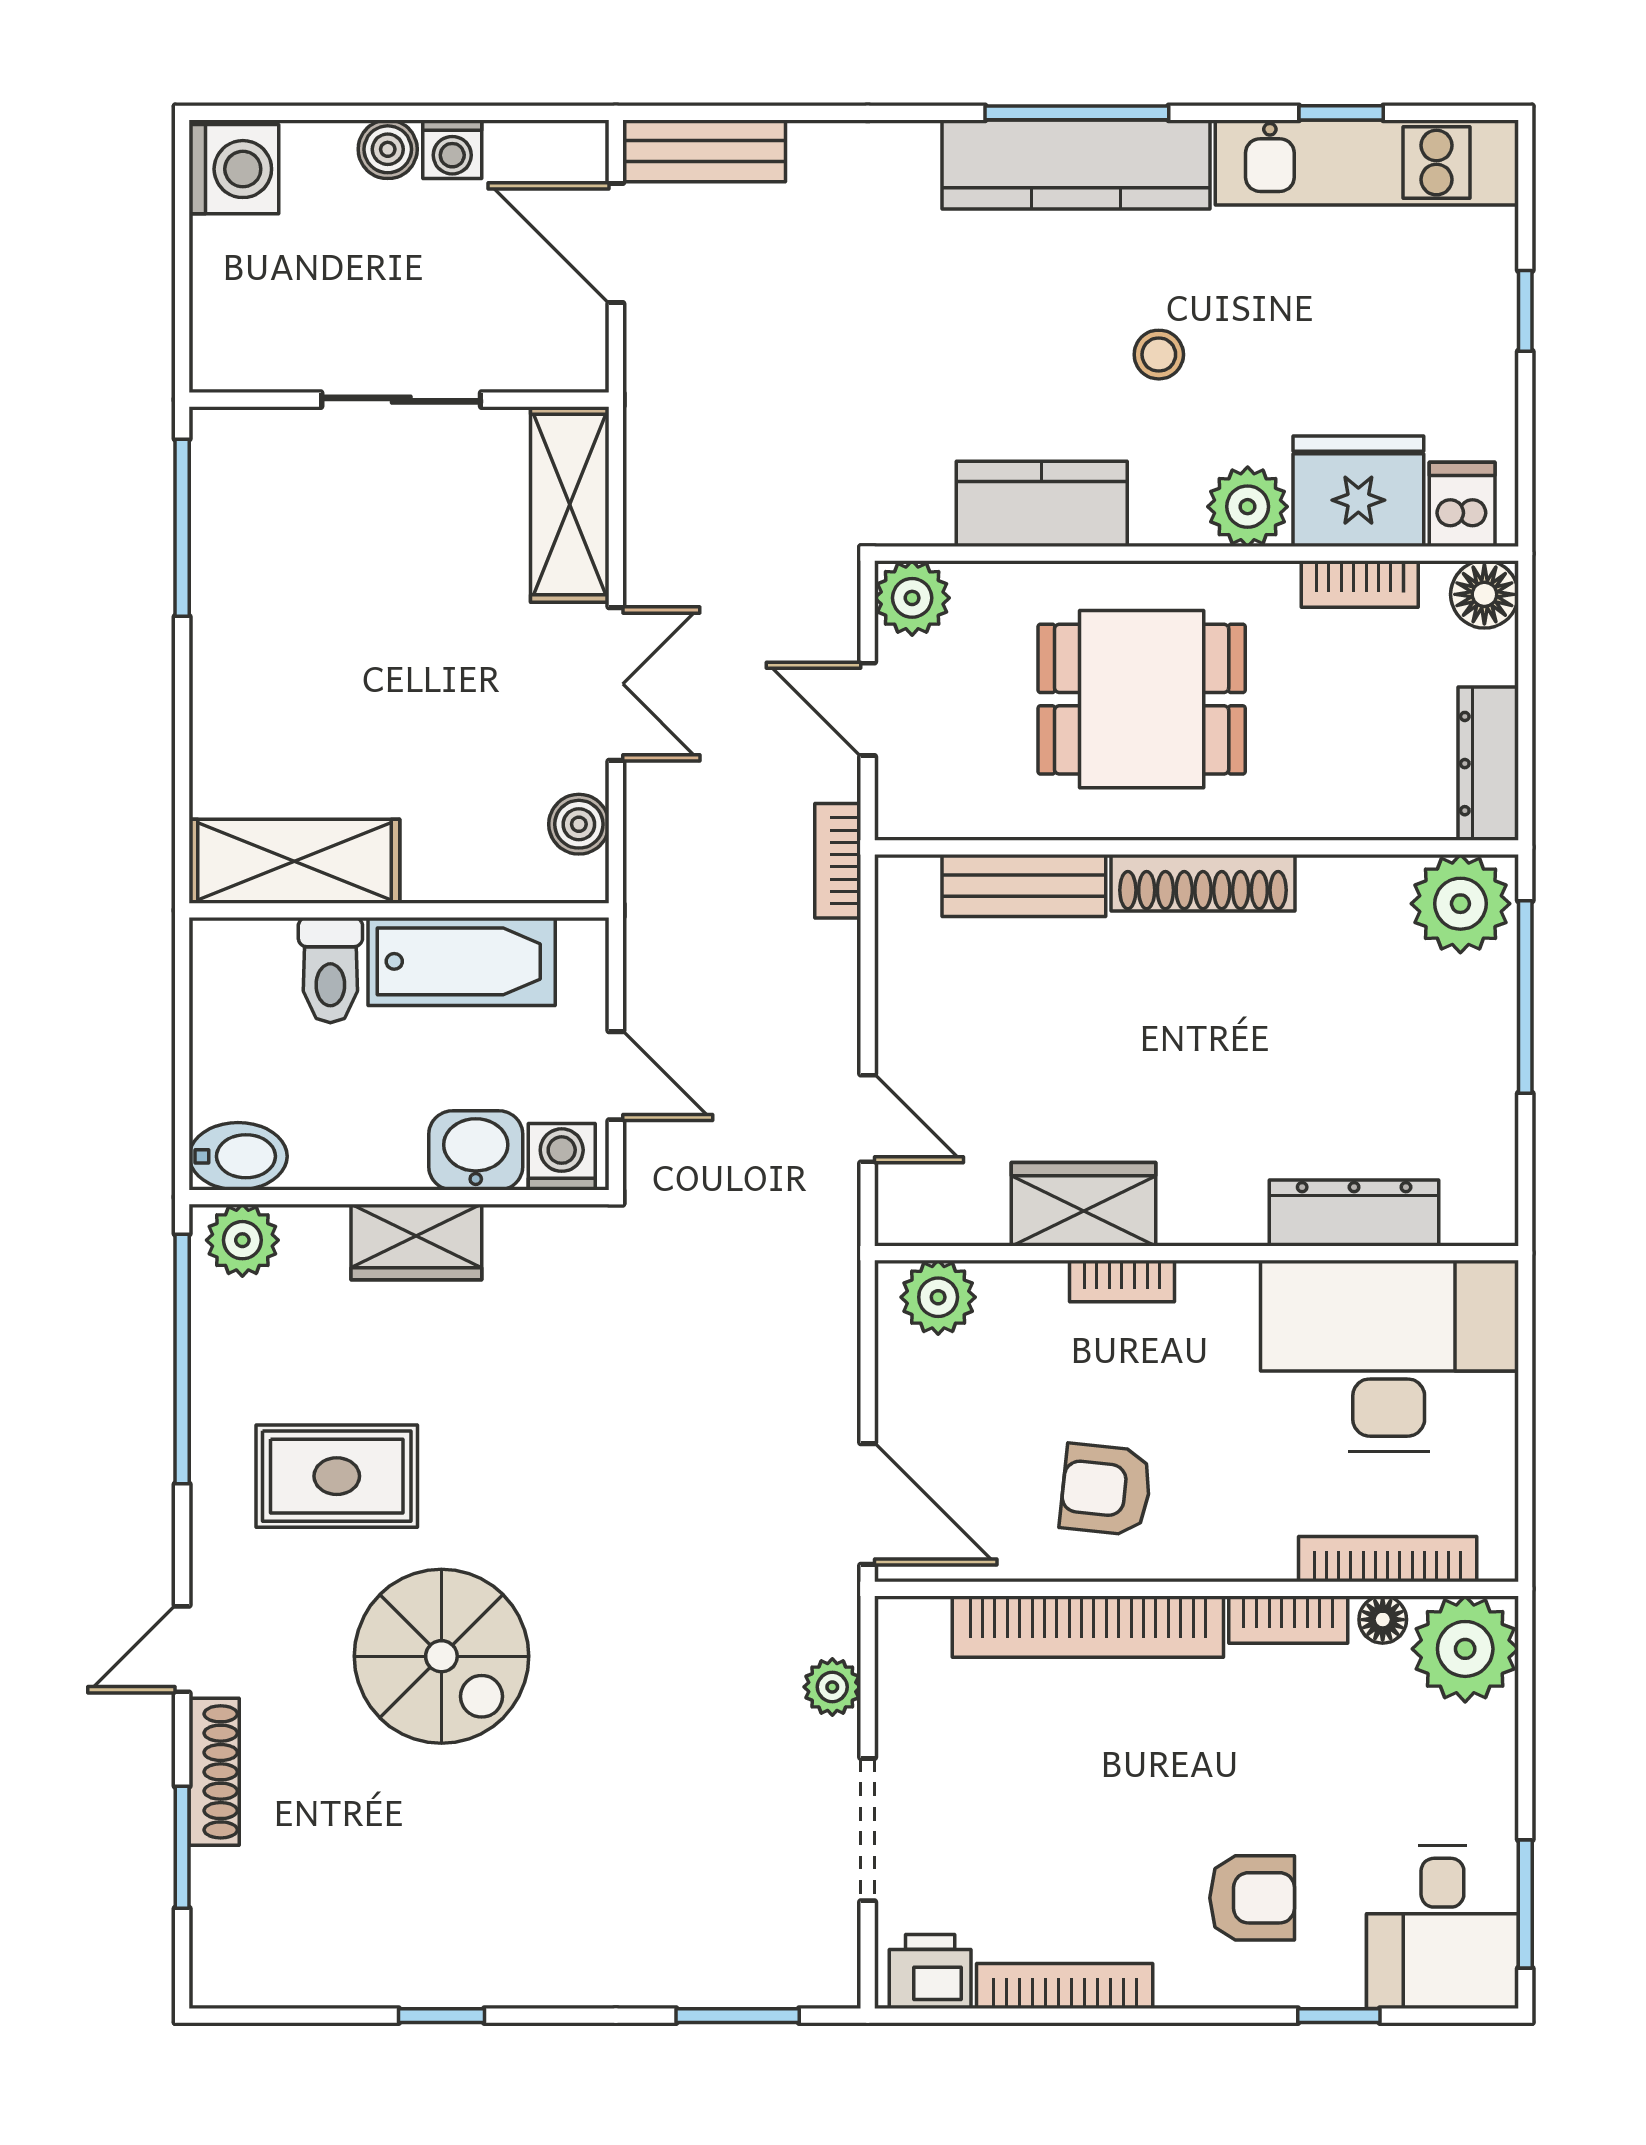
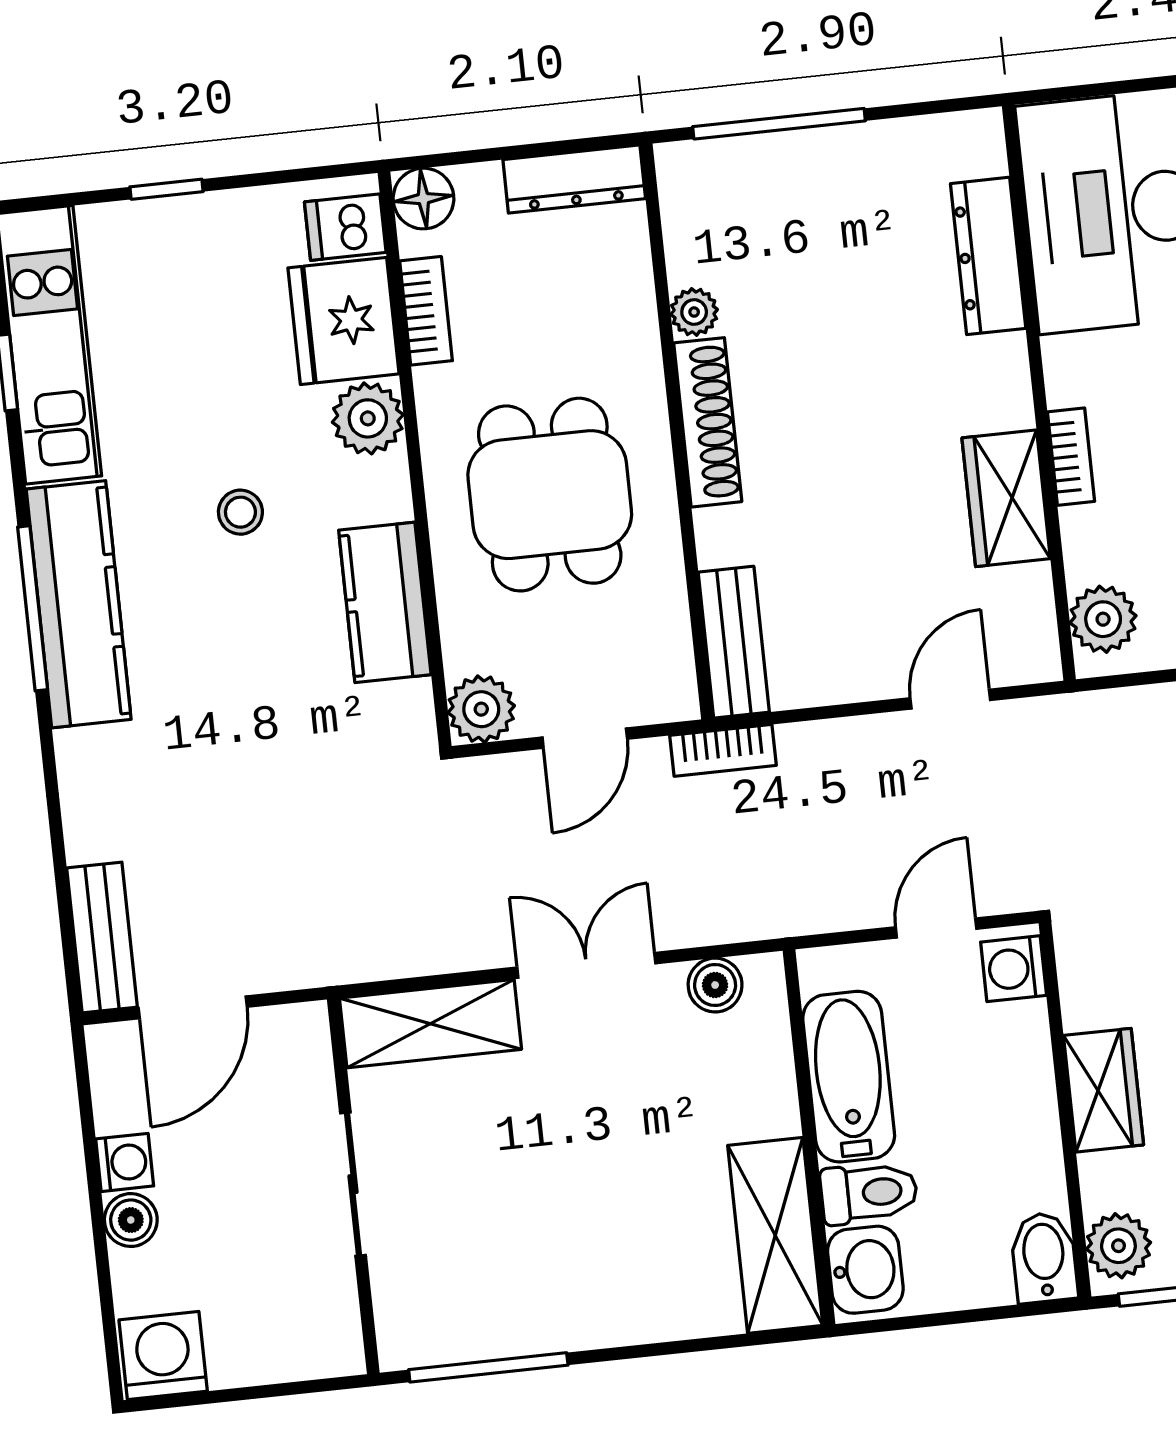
bench: (1024, 886) -> (734, 642), moved
plant: (1460, 904) -> (694, 312), moved, width x0.53, depth x0.53
washbasin: (476, 1150) -> (865, 1270), moved, turned 180

